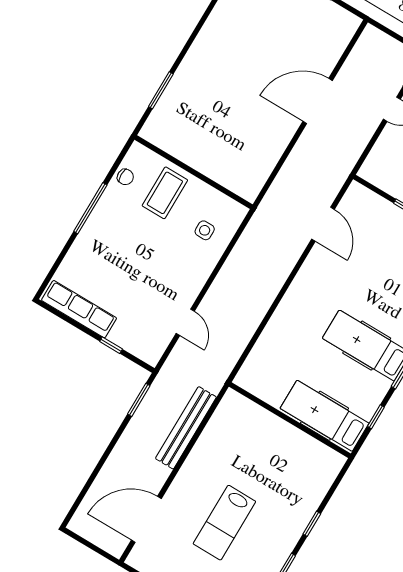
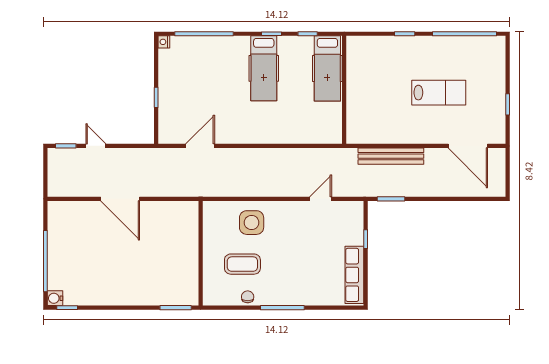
wall: (194, 172) -> (201, 253), moved
side table: (205, 230) -> (252, 223), width x1.87, depth x1.87

